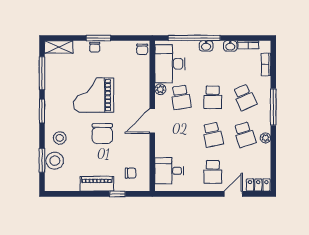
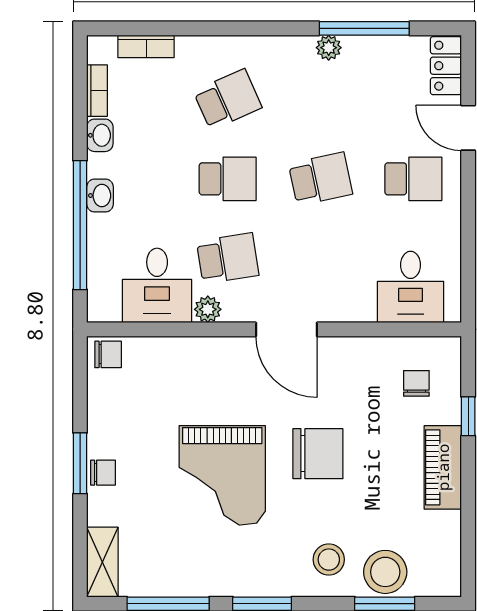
desk: (170, 64) -> (157, 285), width x0.73
window: (273, 107) -> (364, 28), moved
school desk: (245, 135) -> (320, 99), removed

